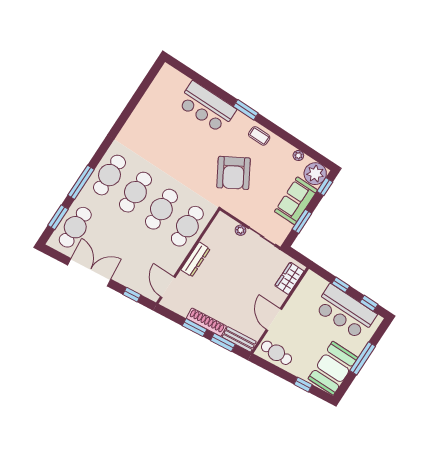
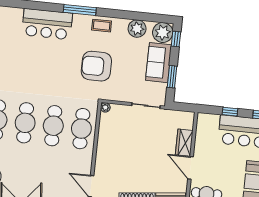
window: (246, 110) -> (80, 10), width x1.44
plant: (298, 156) -> (137, 29), width x1.88, depth x1.88
armchair: (234, 173) -> (96, 66), turned 120
plant: (241, 230) -> (105, 107), moved
dresser: (196, 259) -> (102, 152), removed
wardrobe: (289, 278) -> (184, 143), moved

